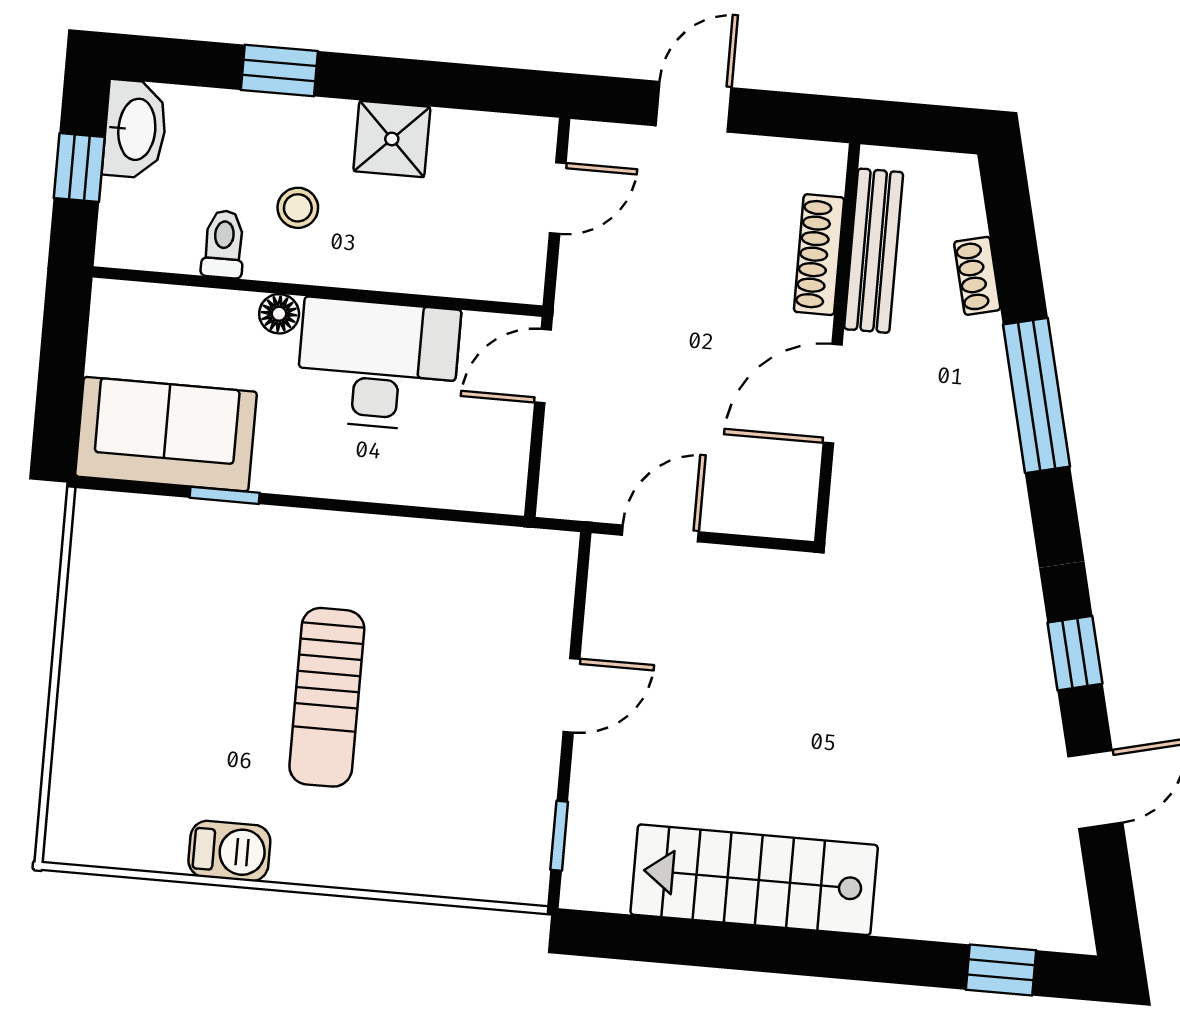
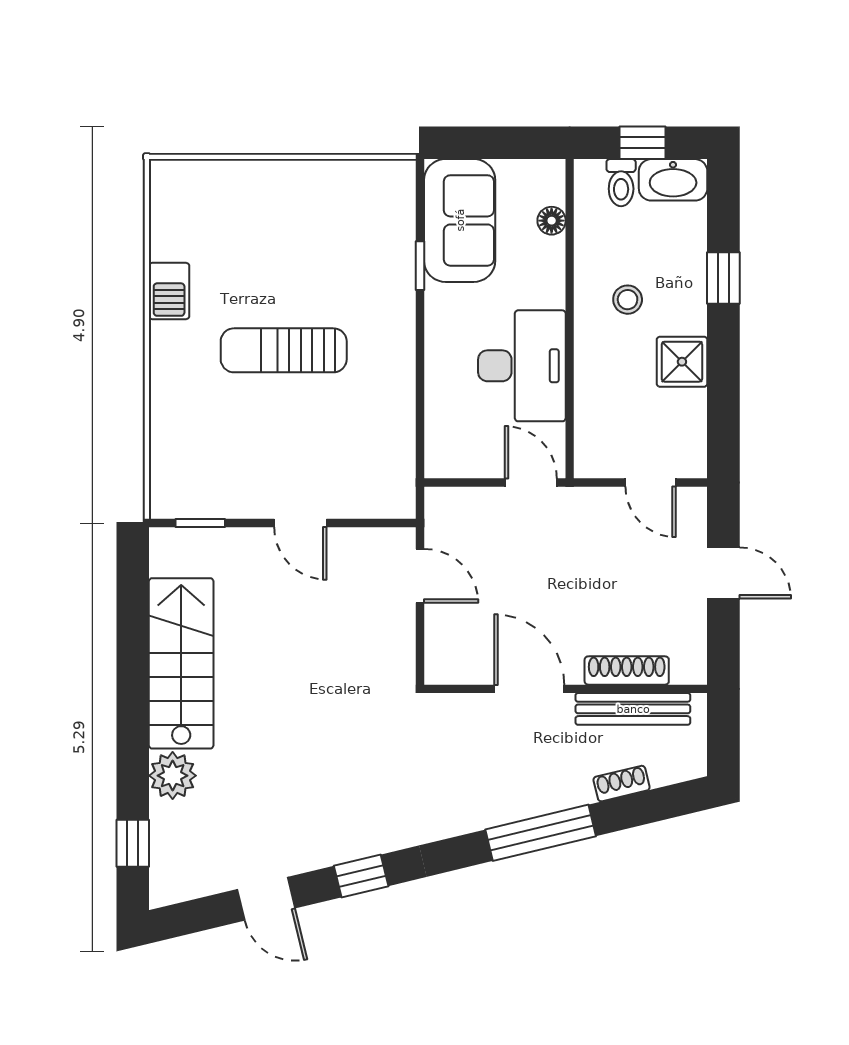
toilet: (224, 244) -> (621, 183), moved, turned 90
floor lamp: (279, 314) -> (552, 221), moved
plant: (911, 906) -> (173, 776), added

